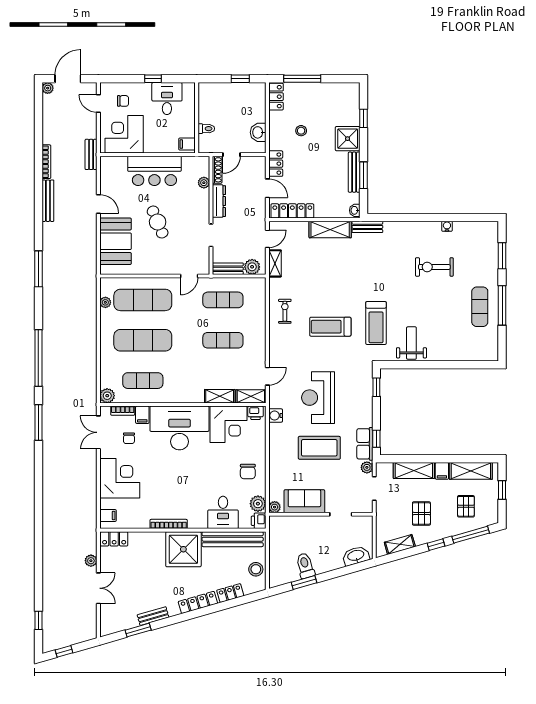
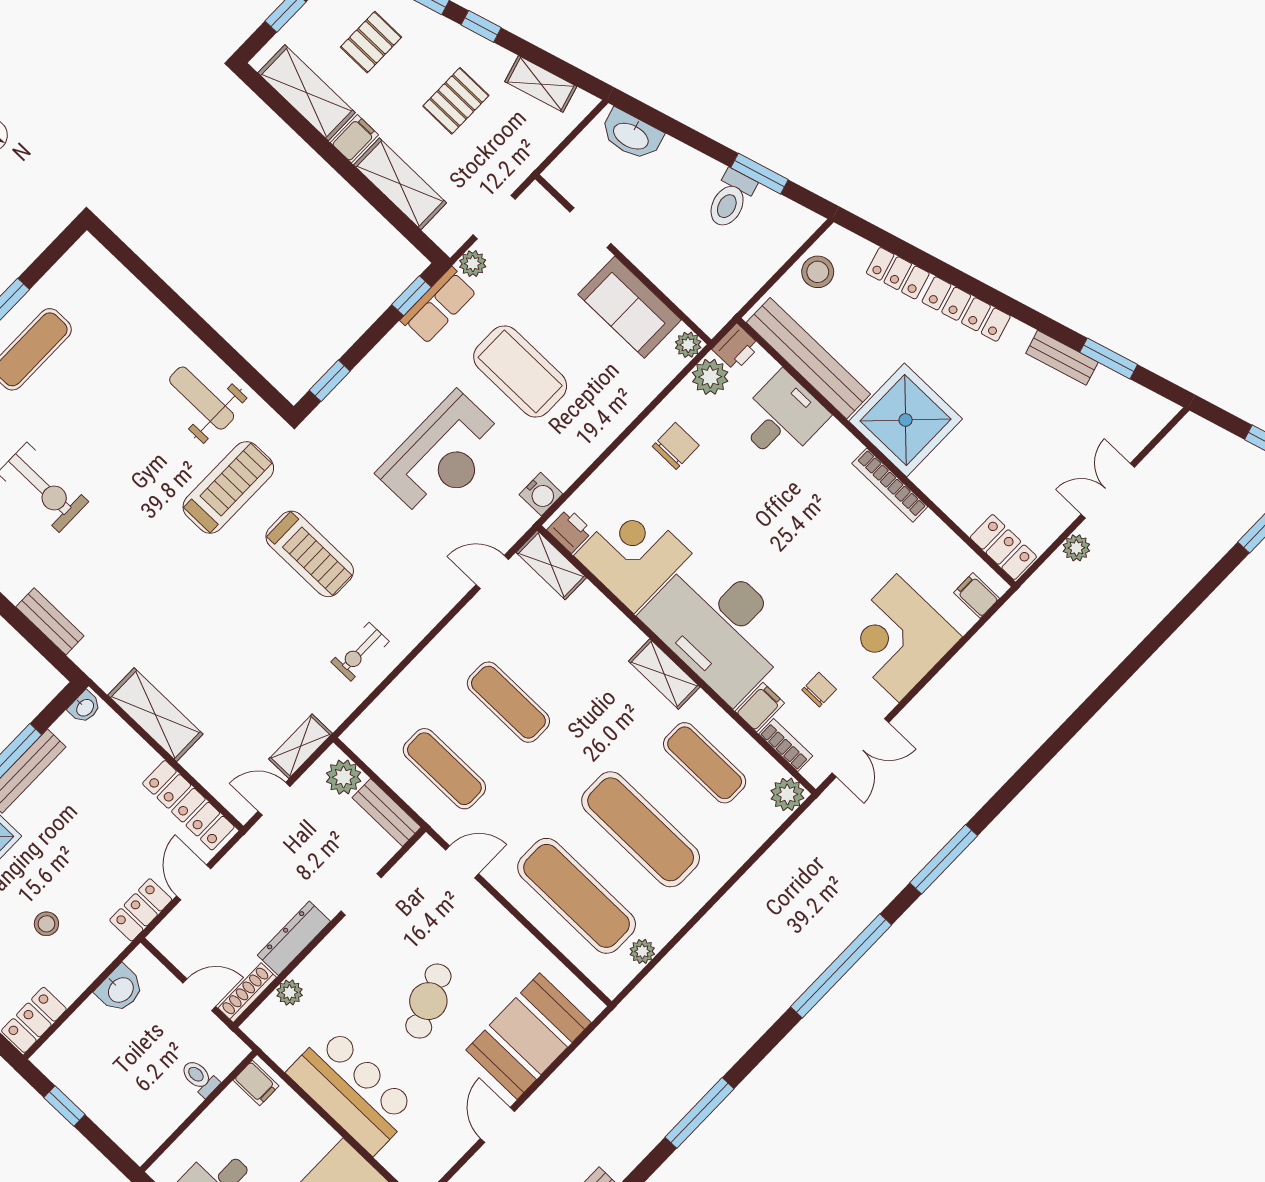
bench: (367, 227) -> (50, 621), moved
weight bench: (411, 343) -> (202, 398), turned 90
shelving: (220, 396) -> (664, 674), moved

